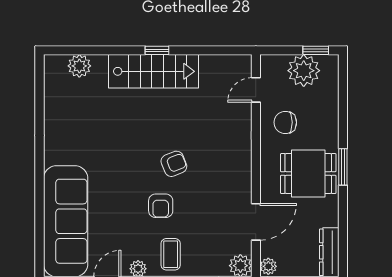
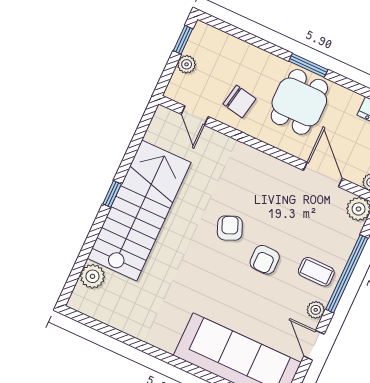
stairs: (154, 71) -> (139, 210), width x1.36, depth x1.51
plant: (304, 71) -> (187, 64), width x0.53, depth x0.53
chair: (285, 122) -> (239, 101), turned -79
armchair: (161, 206) -> (265, 260), turned 90

